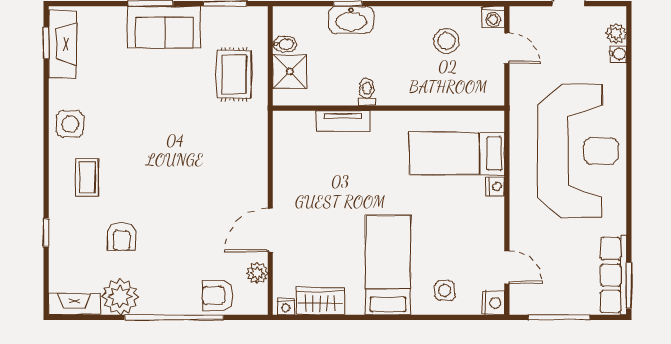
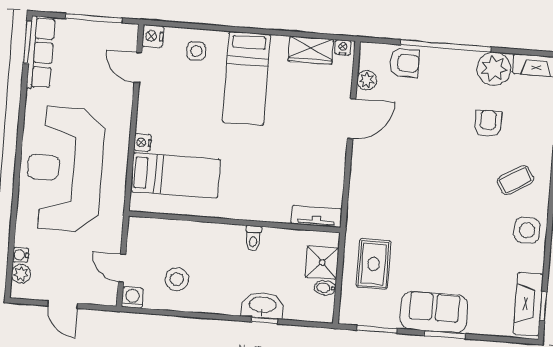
tv unit: (343, 121) -> (317, 216), moved
coffee table: (87, 177) -> (515, 180), turned 59

